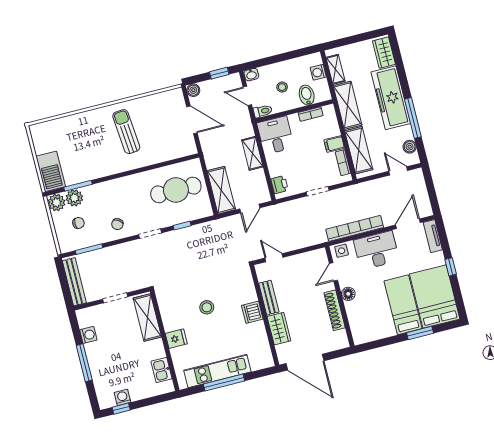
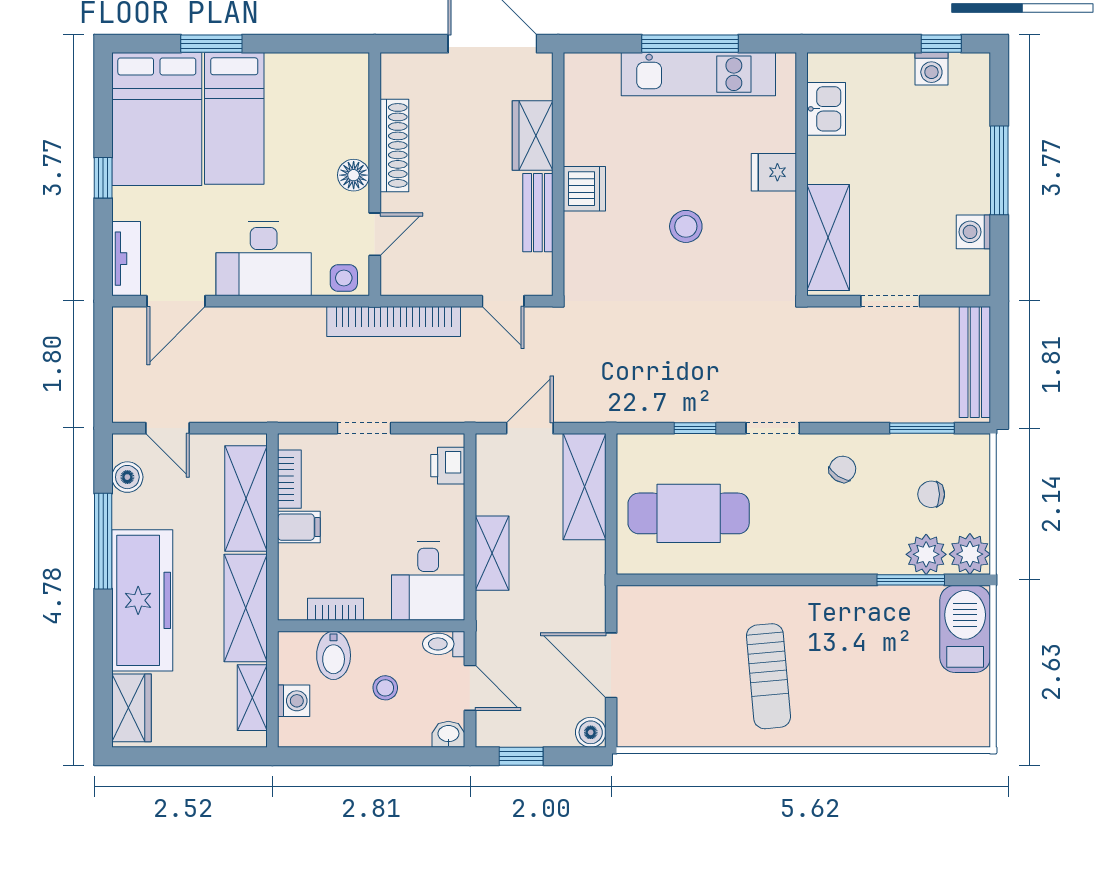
bookcase: (355, 228) -> (394, 322), moved

